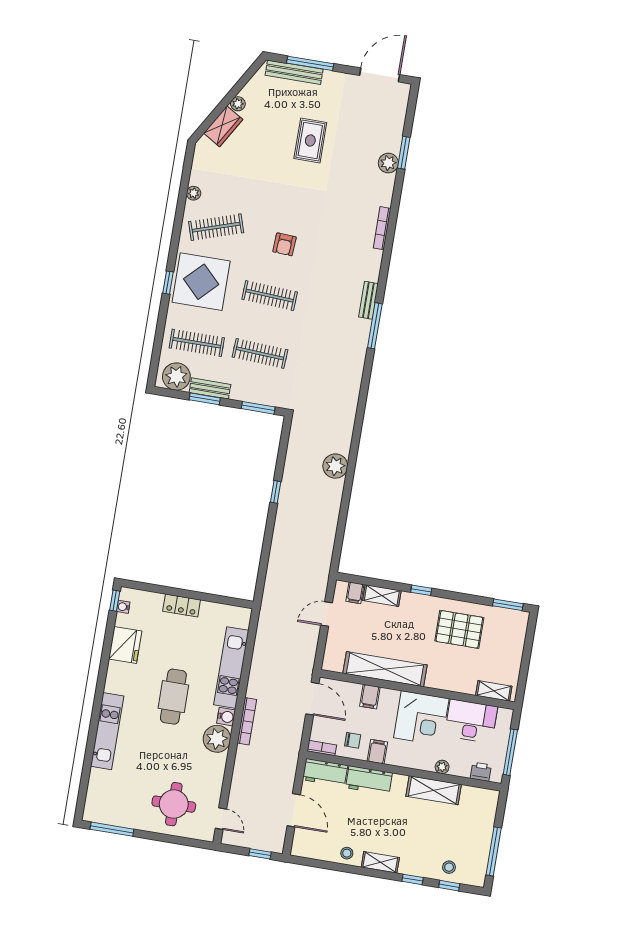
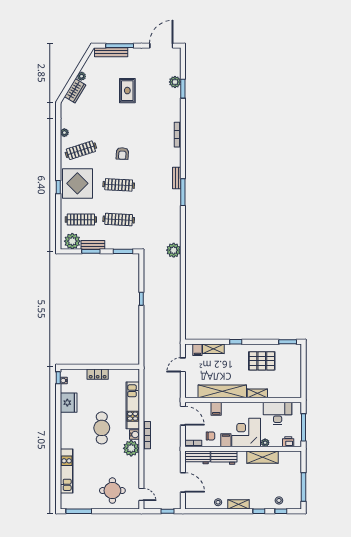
plant: (388, 163) -> (175, 82), moved
plant: (335, 466) -> (174, 250), moved
shelving: (494, 691) -> (257, 393), moved
corner desk: (421, 718) -> (246, 432), moved, turned 180
kitchen unit: (107, 731) -> (67, 471), moved

